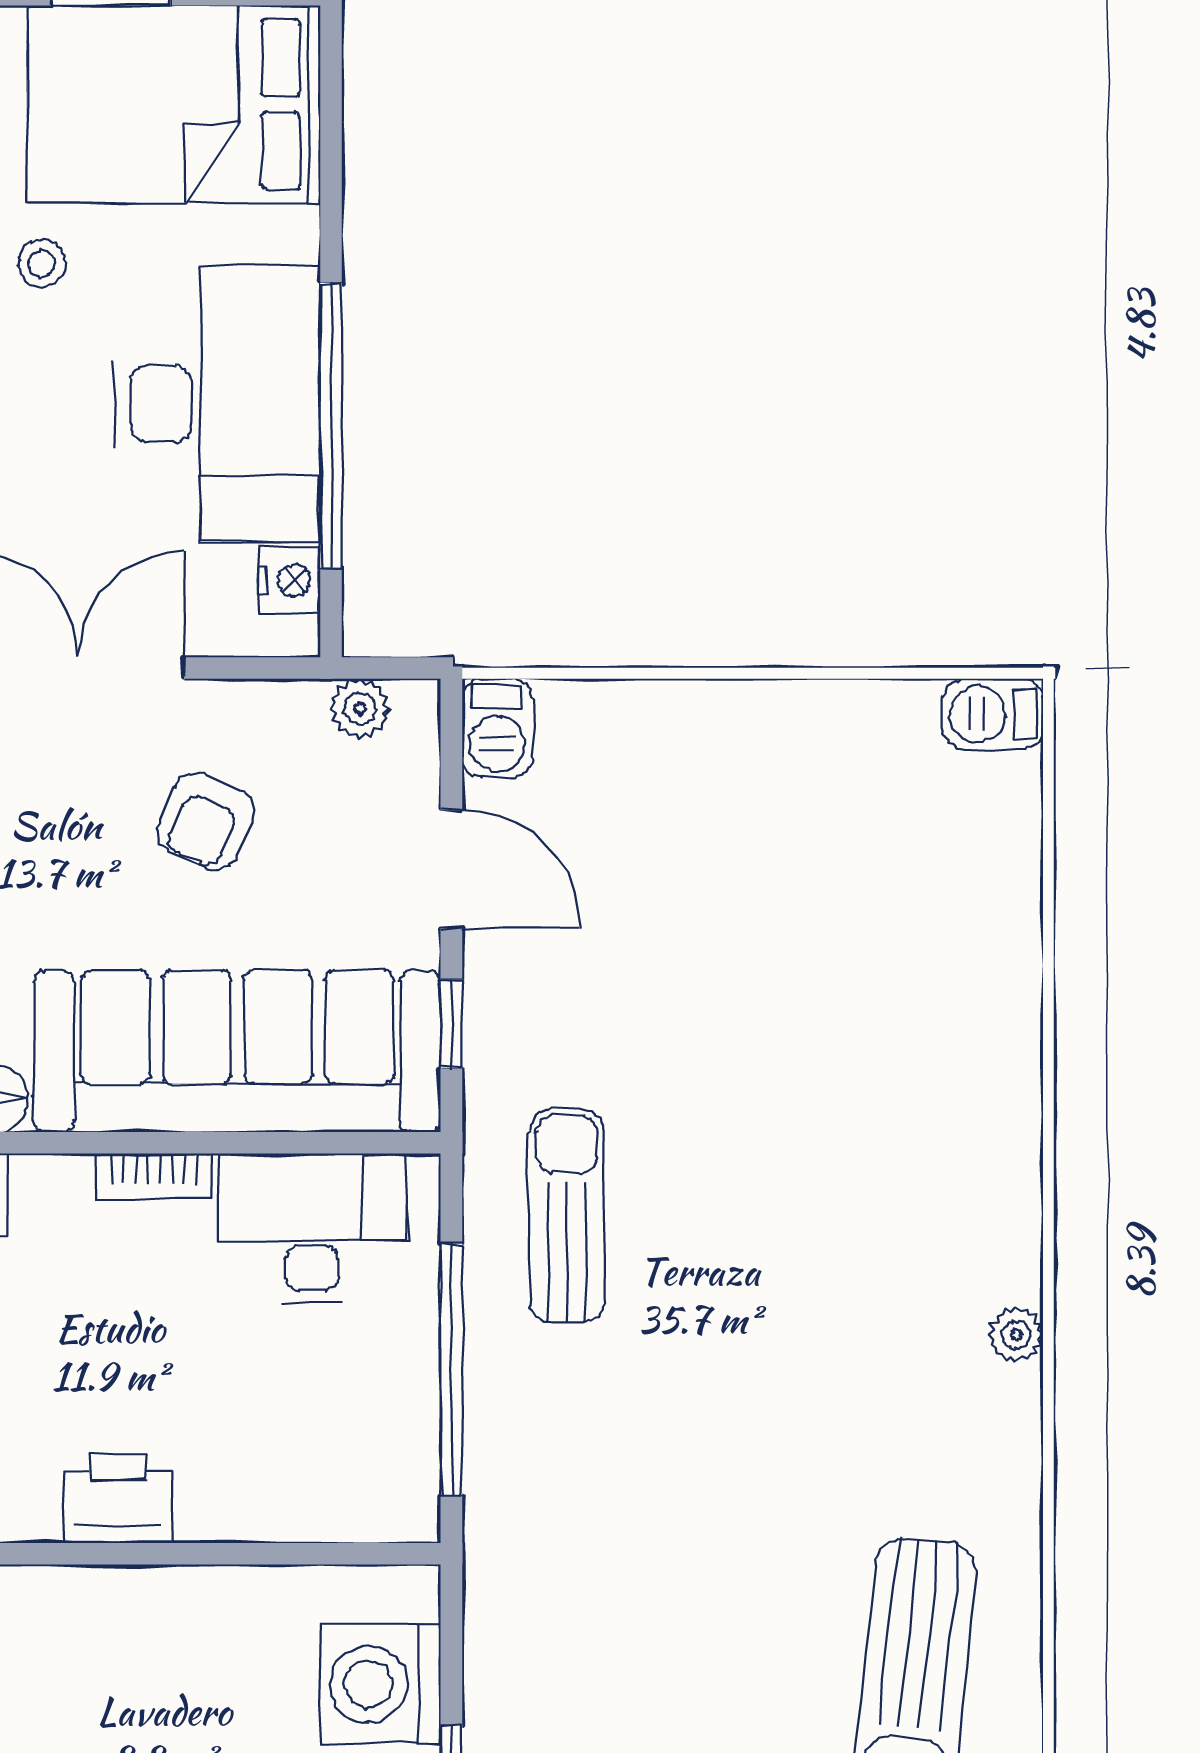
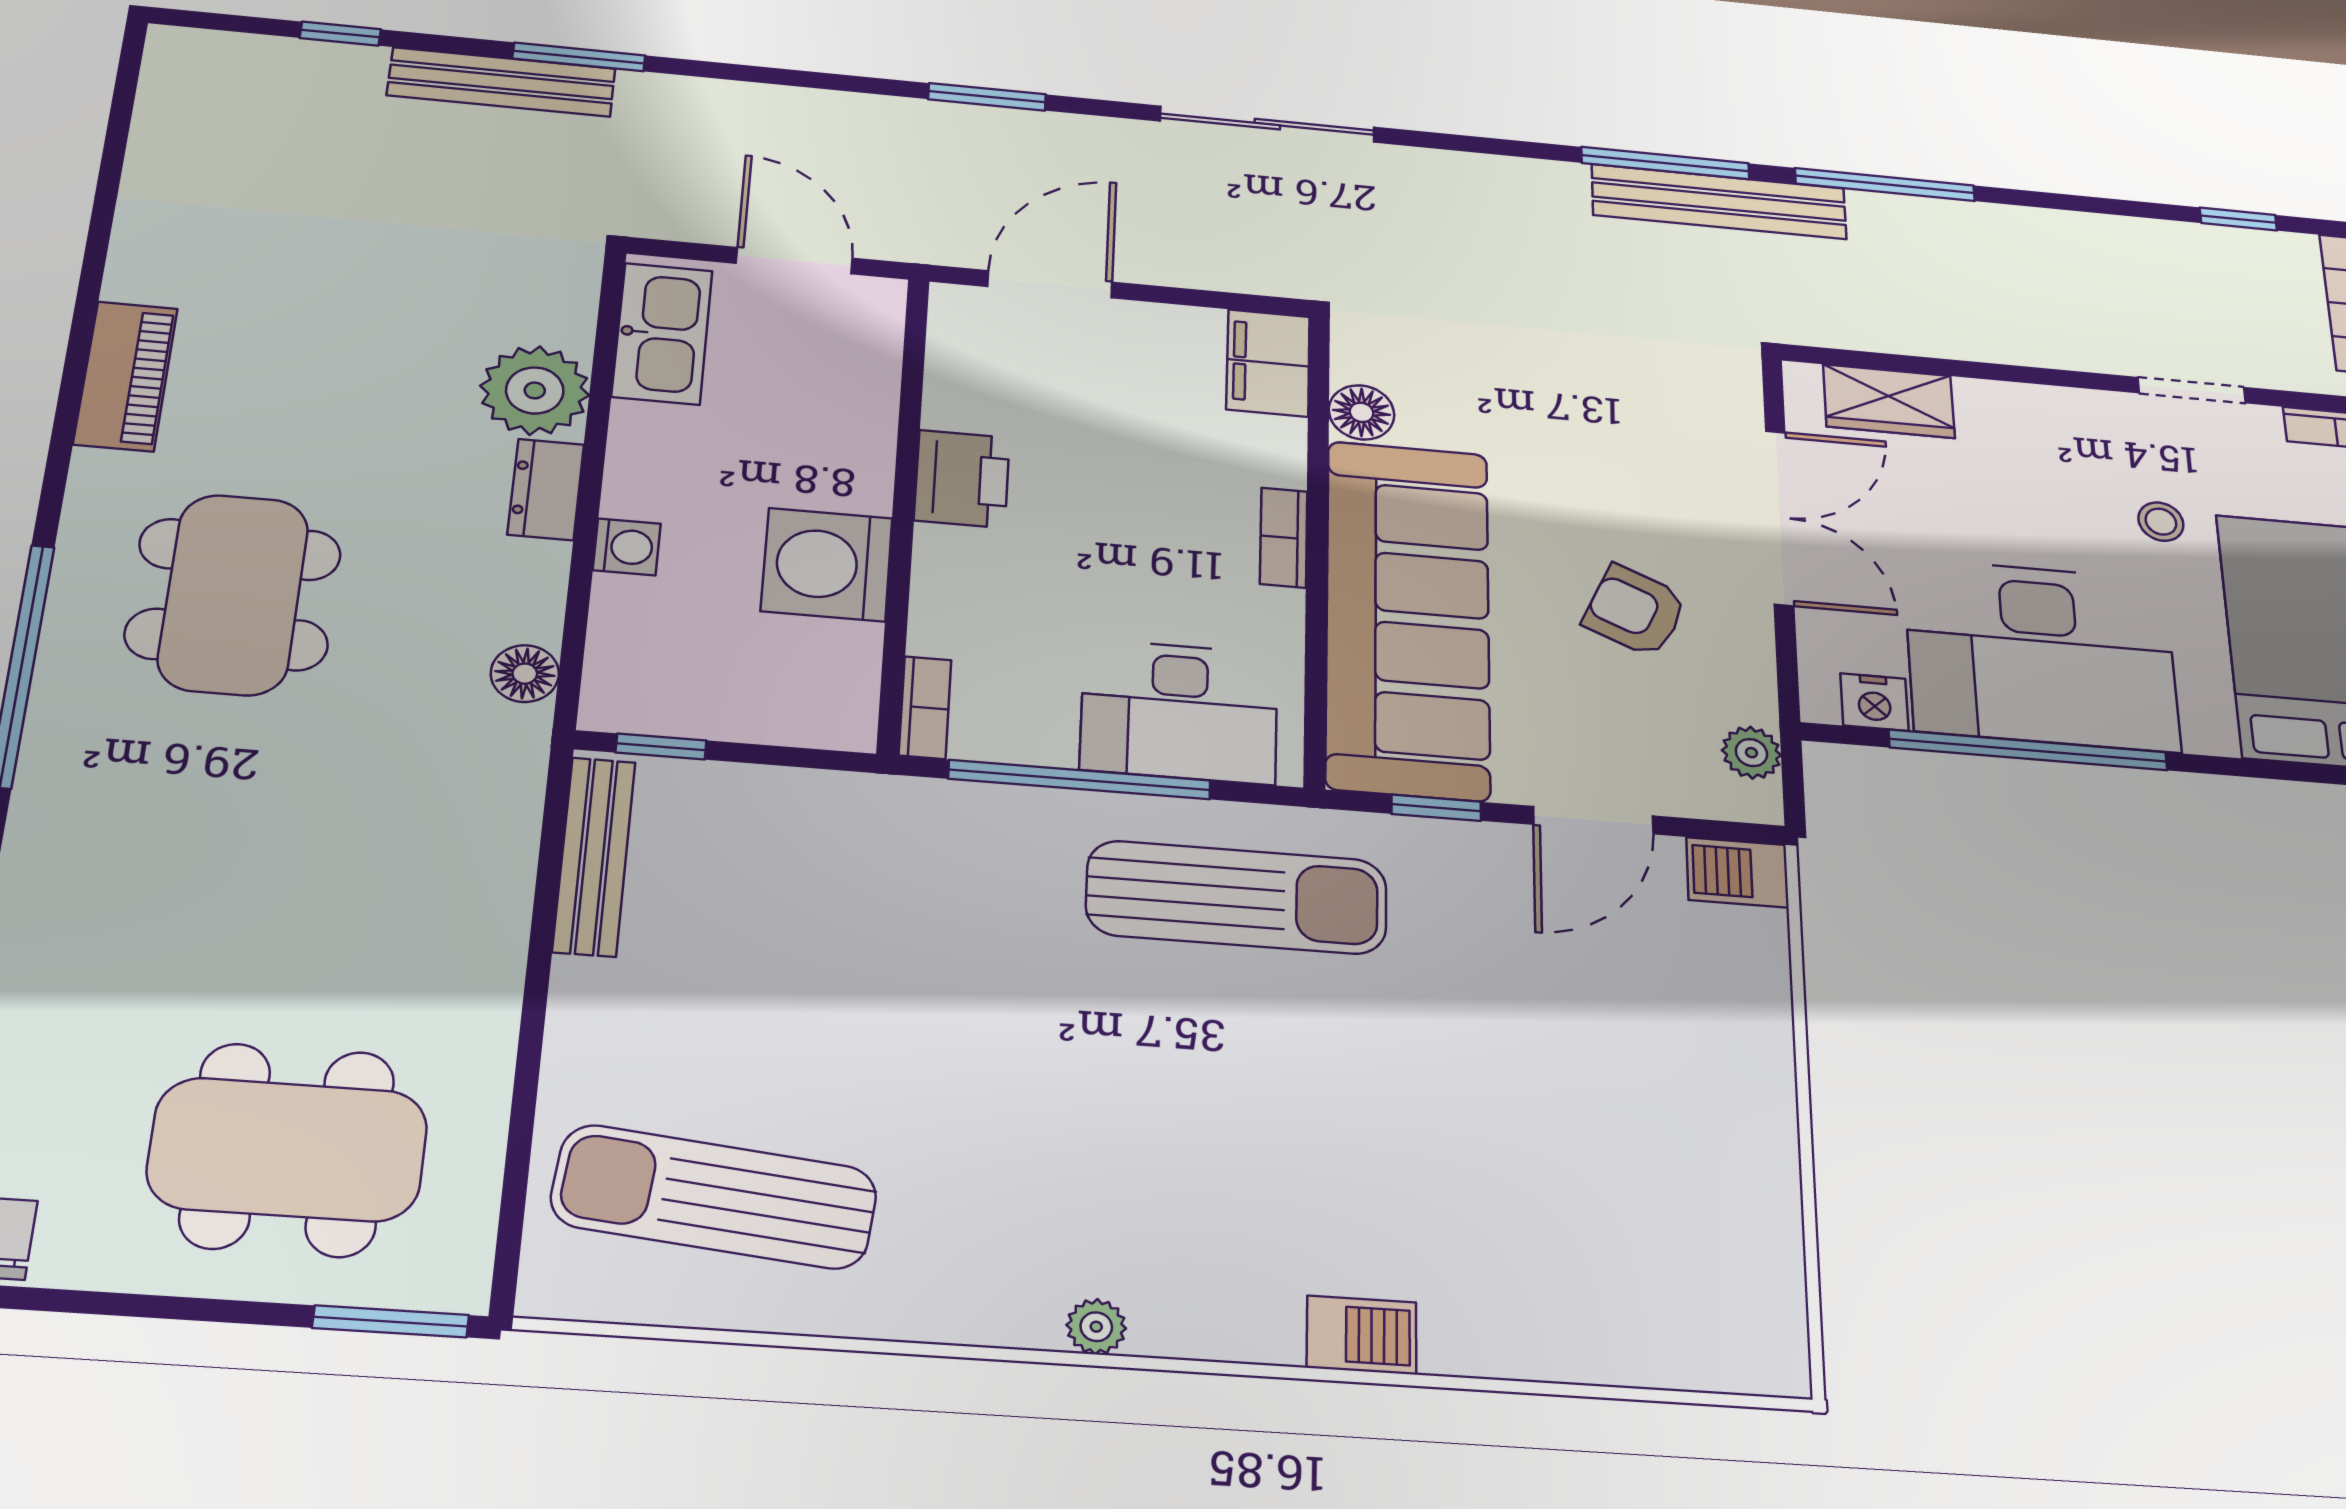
barbecue: (993, 714) -> (1362, 1335), moved, turned 90
sun lounger: (567, 1216) -> (1237, 897), width x1.36, depth x1.34
desk: (312, 1228) -> (1179, 712), moved, turned 90
bookcase: (385, 1521) -> (925, 708), added
washing machine: (381, 1684) -> (827, 564), moved, turned -90

